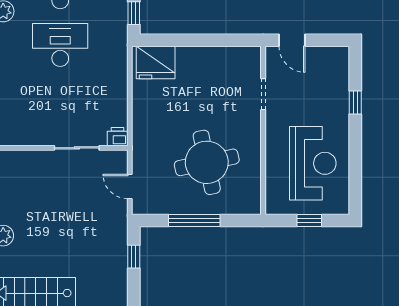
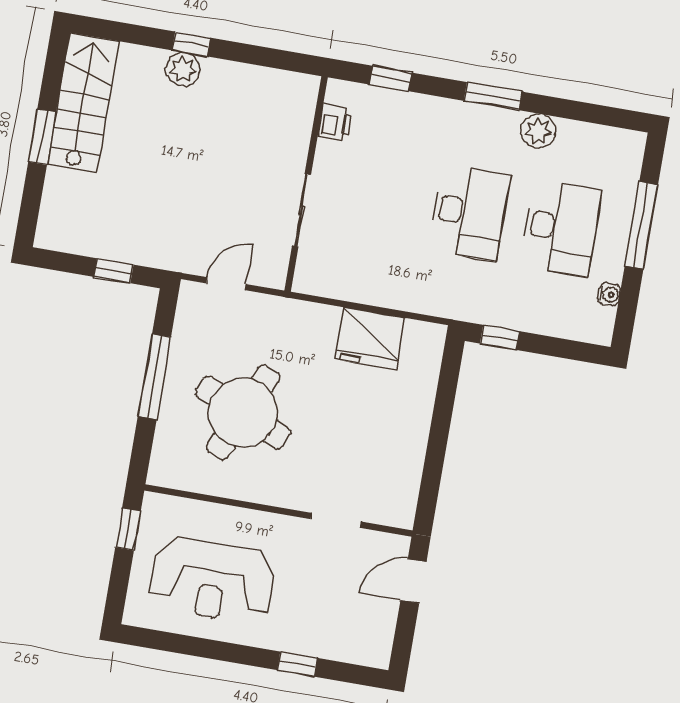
fridge: (156, 62) -> (370, 339), moved, turned -90
printer: (118, 137) -> (335, 122), moved
round table: (207, 162) -> (243, 412), turned 36
window: (309, 220) -> (128, 529), moved

